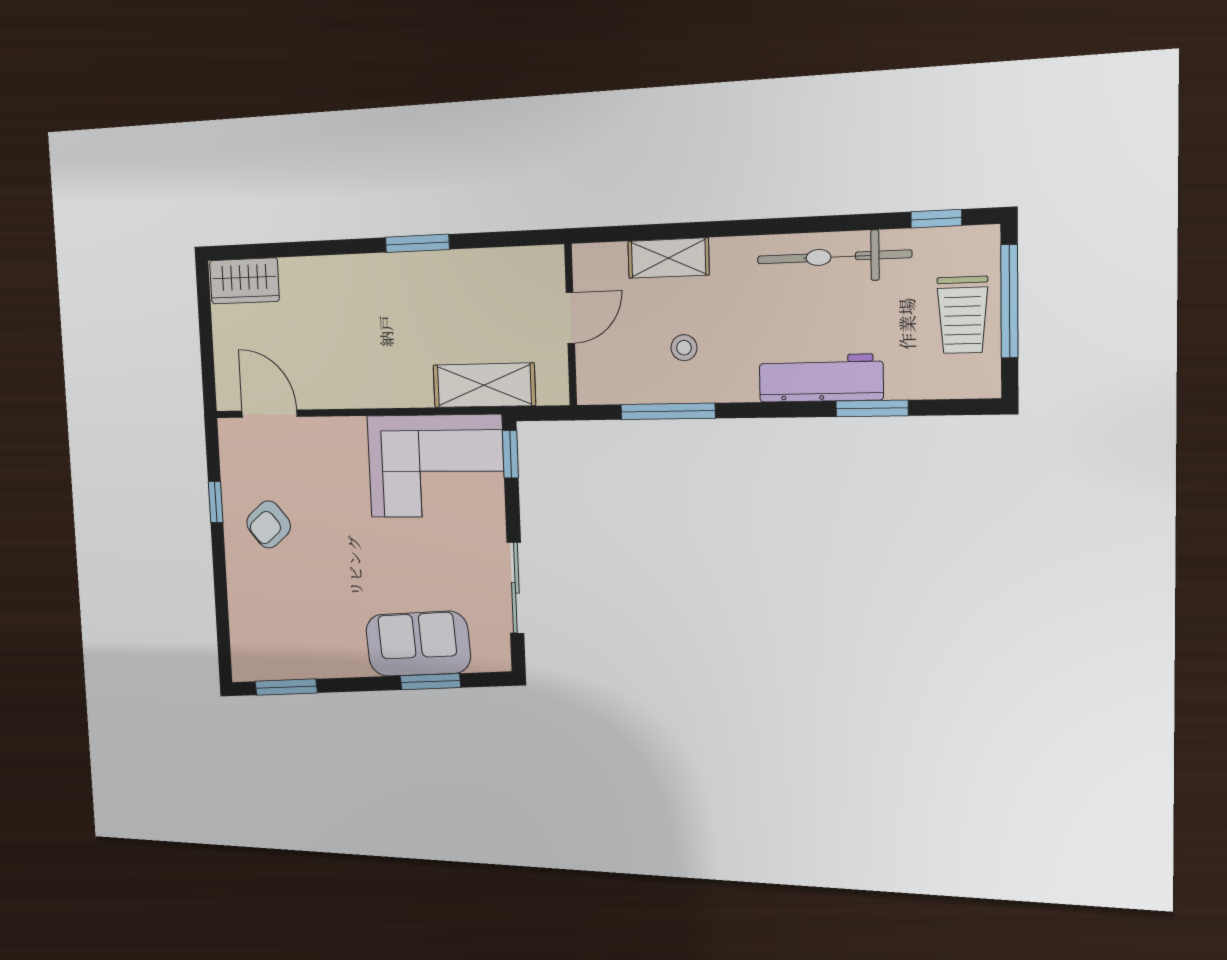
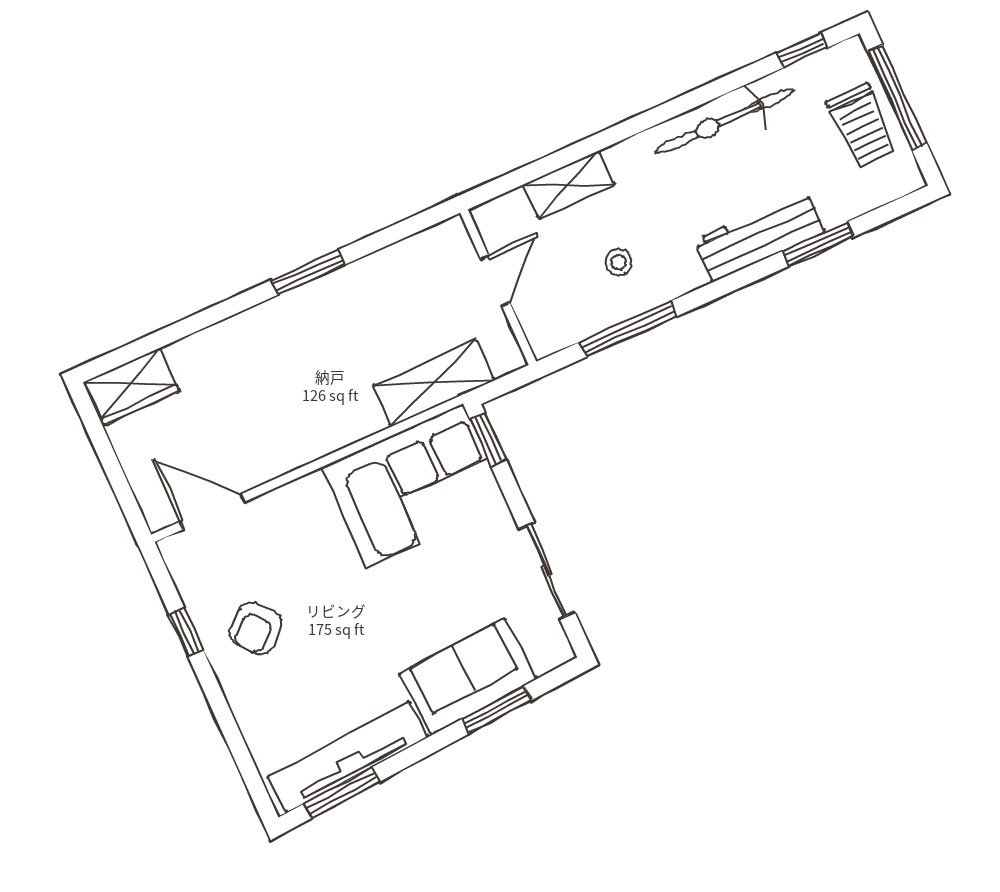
tv unit: (301, 661) -> (348, 757), added

